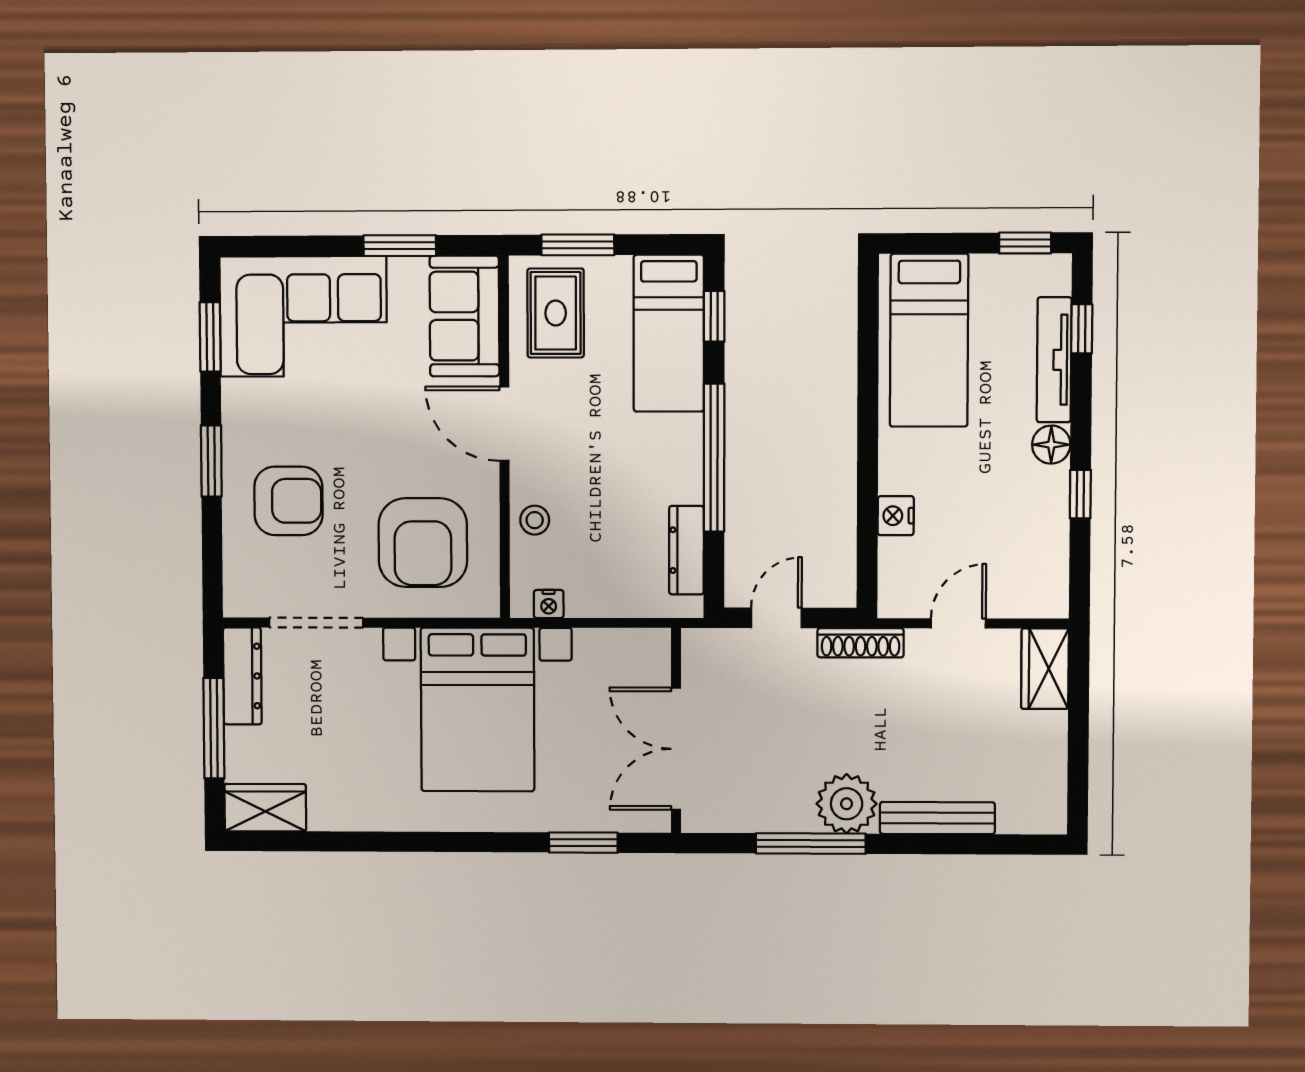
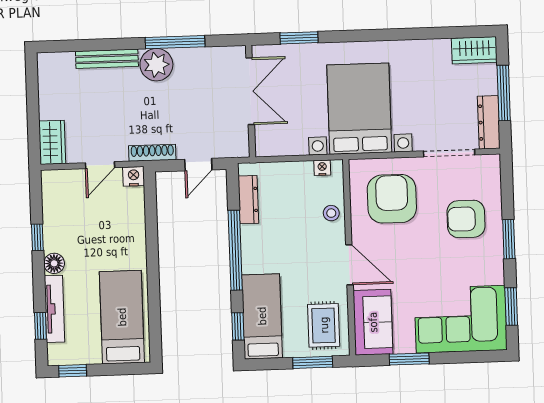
nightstand: (896, 516) -> (134, 176), moved, turned -90

